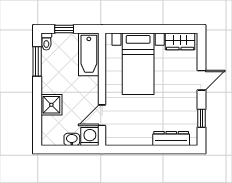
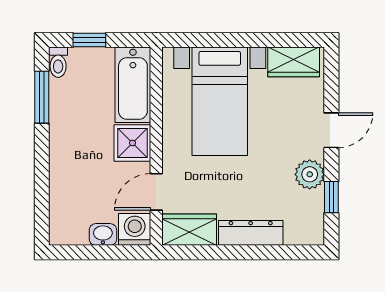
shower: (51, 105) -> (132, 143), moved
plant: (189, 105) -> (310, 174), added
wardrobe: (121, 137) -> (189, 230), added
dresser: (171, 139) -> (251, 233), moved

